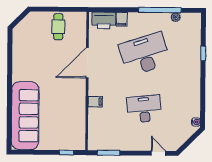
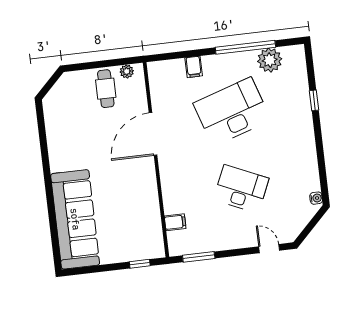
plant: (74, 17) -> (127, 71), added
plant: (176, 17) -> (270, 60), width x1.87, depth x1.87
printer: (104, 20) -> (169, 72), removed
filing cabinet: (95, 102) -> (175, 222), moved
desk: (144, 109) -> (241, 189), turned 30

